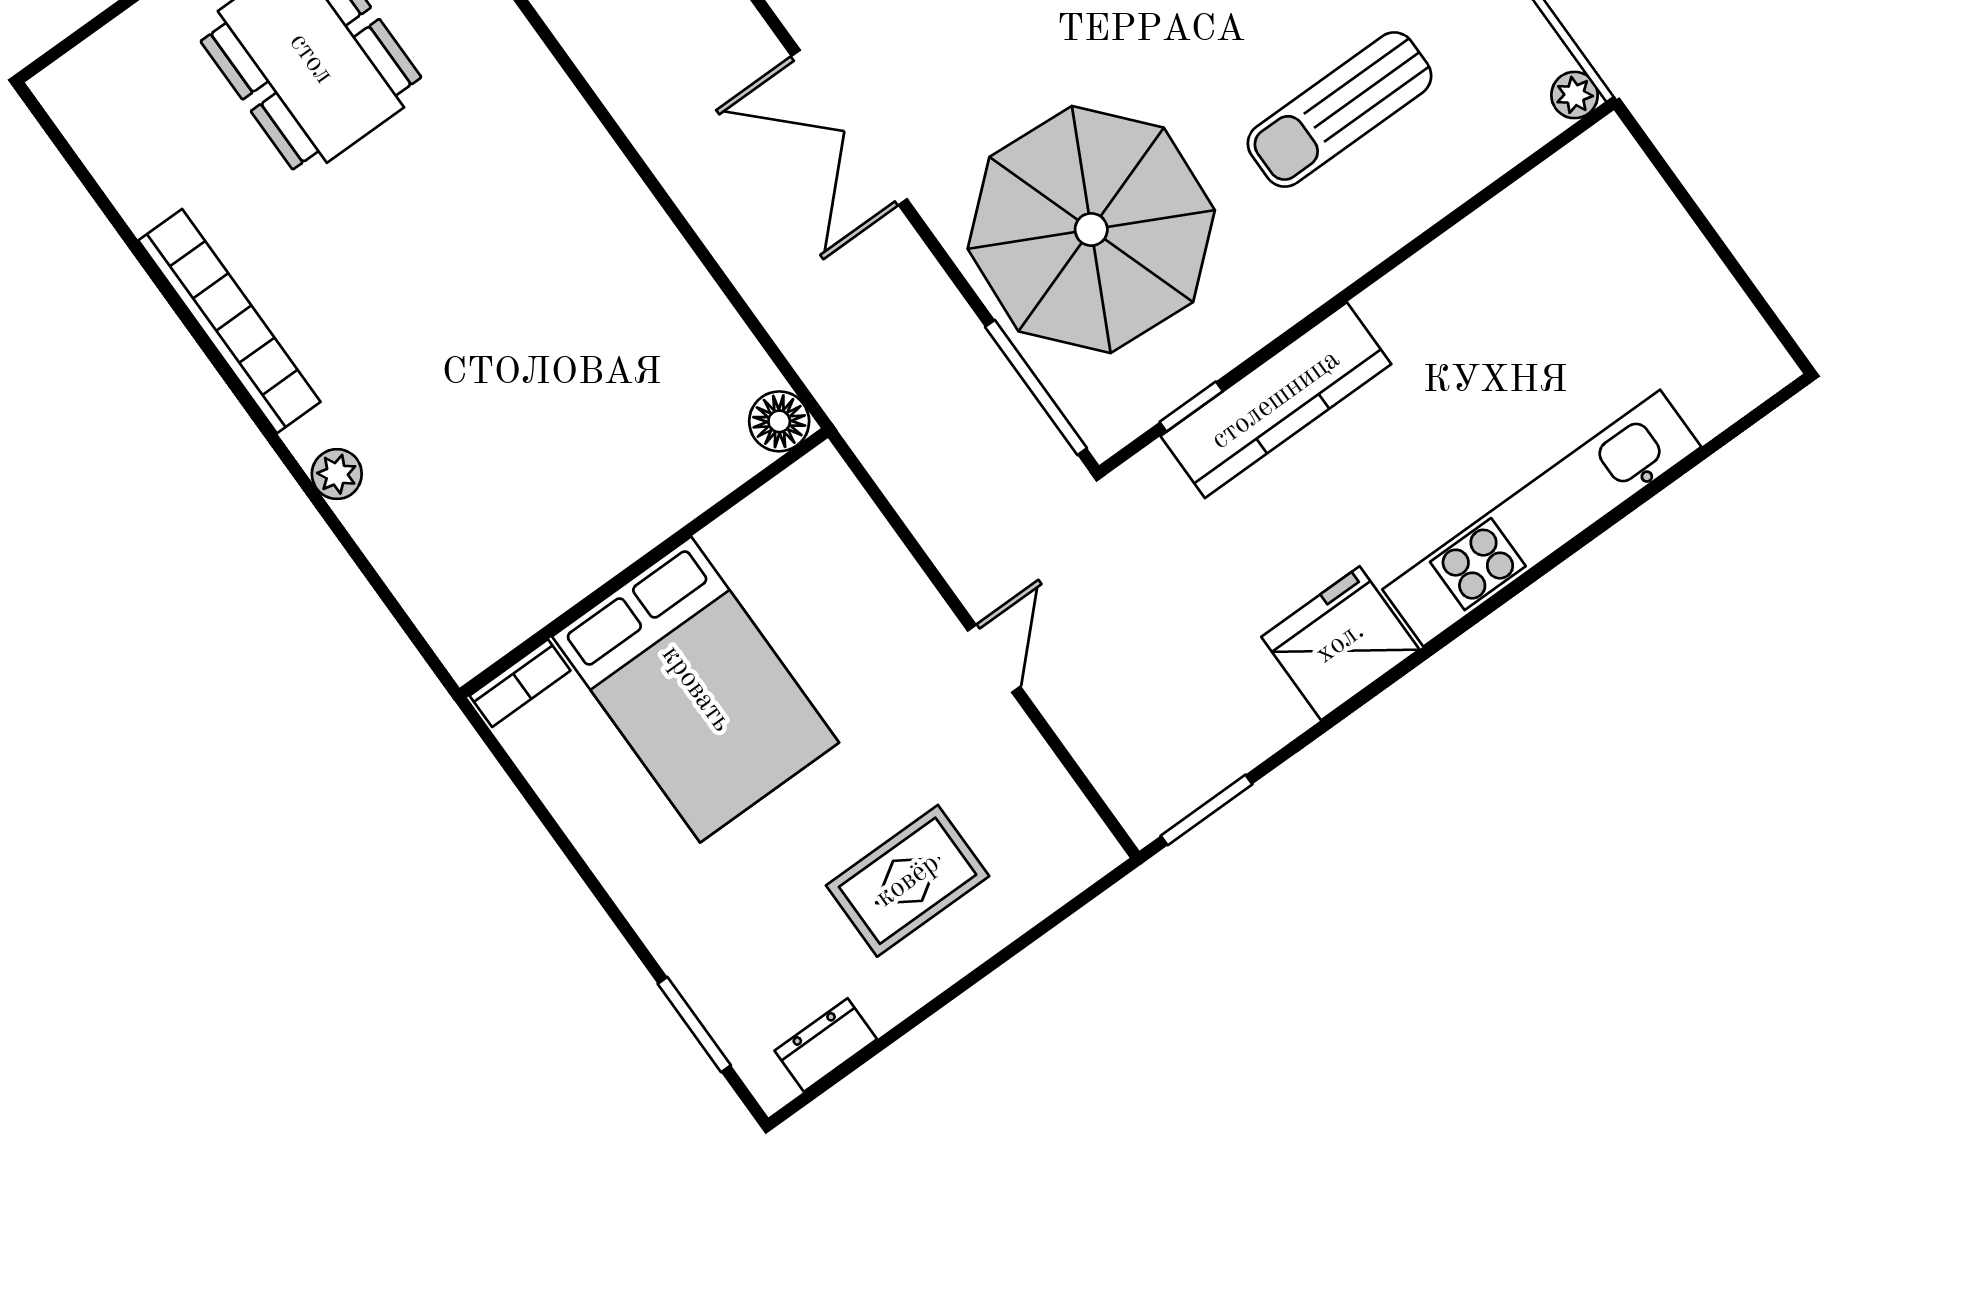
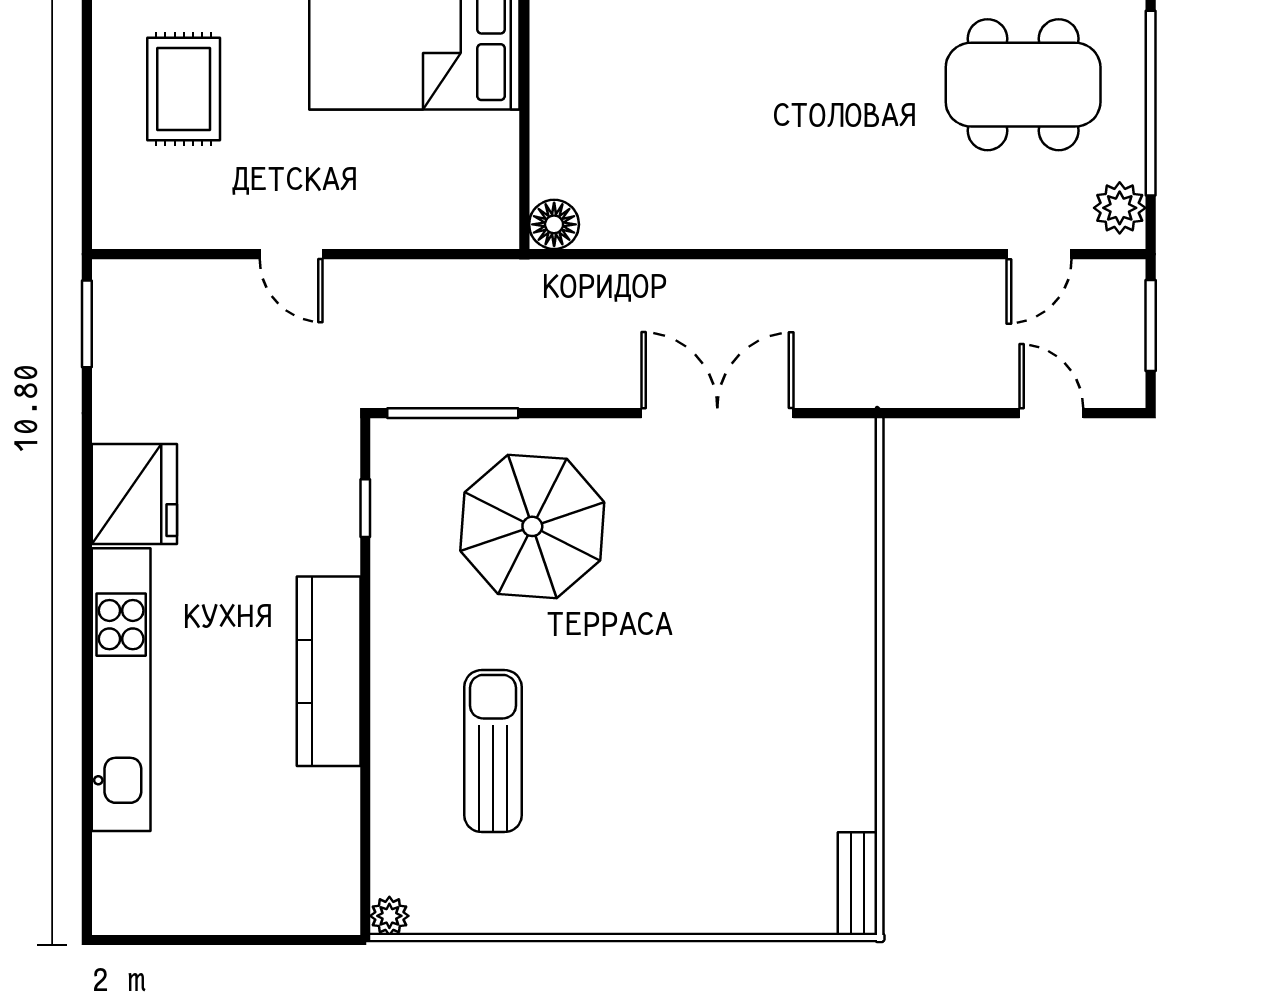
parasol: (1091, 229) -> (532, 526), width x0.73, depth x0.73
kitchen counter: (1276, 400) -> (329, 671), moved

